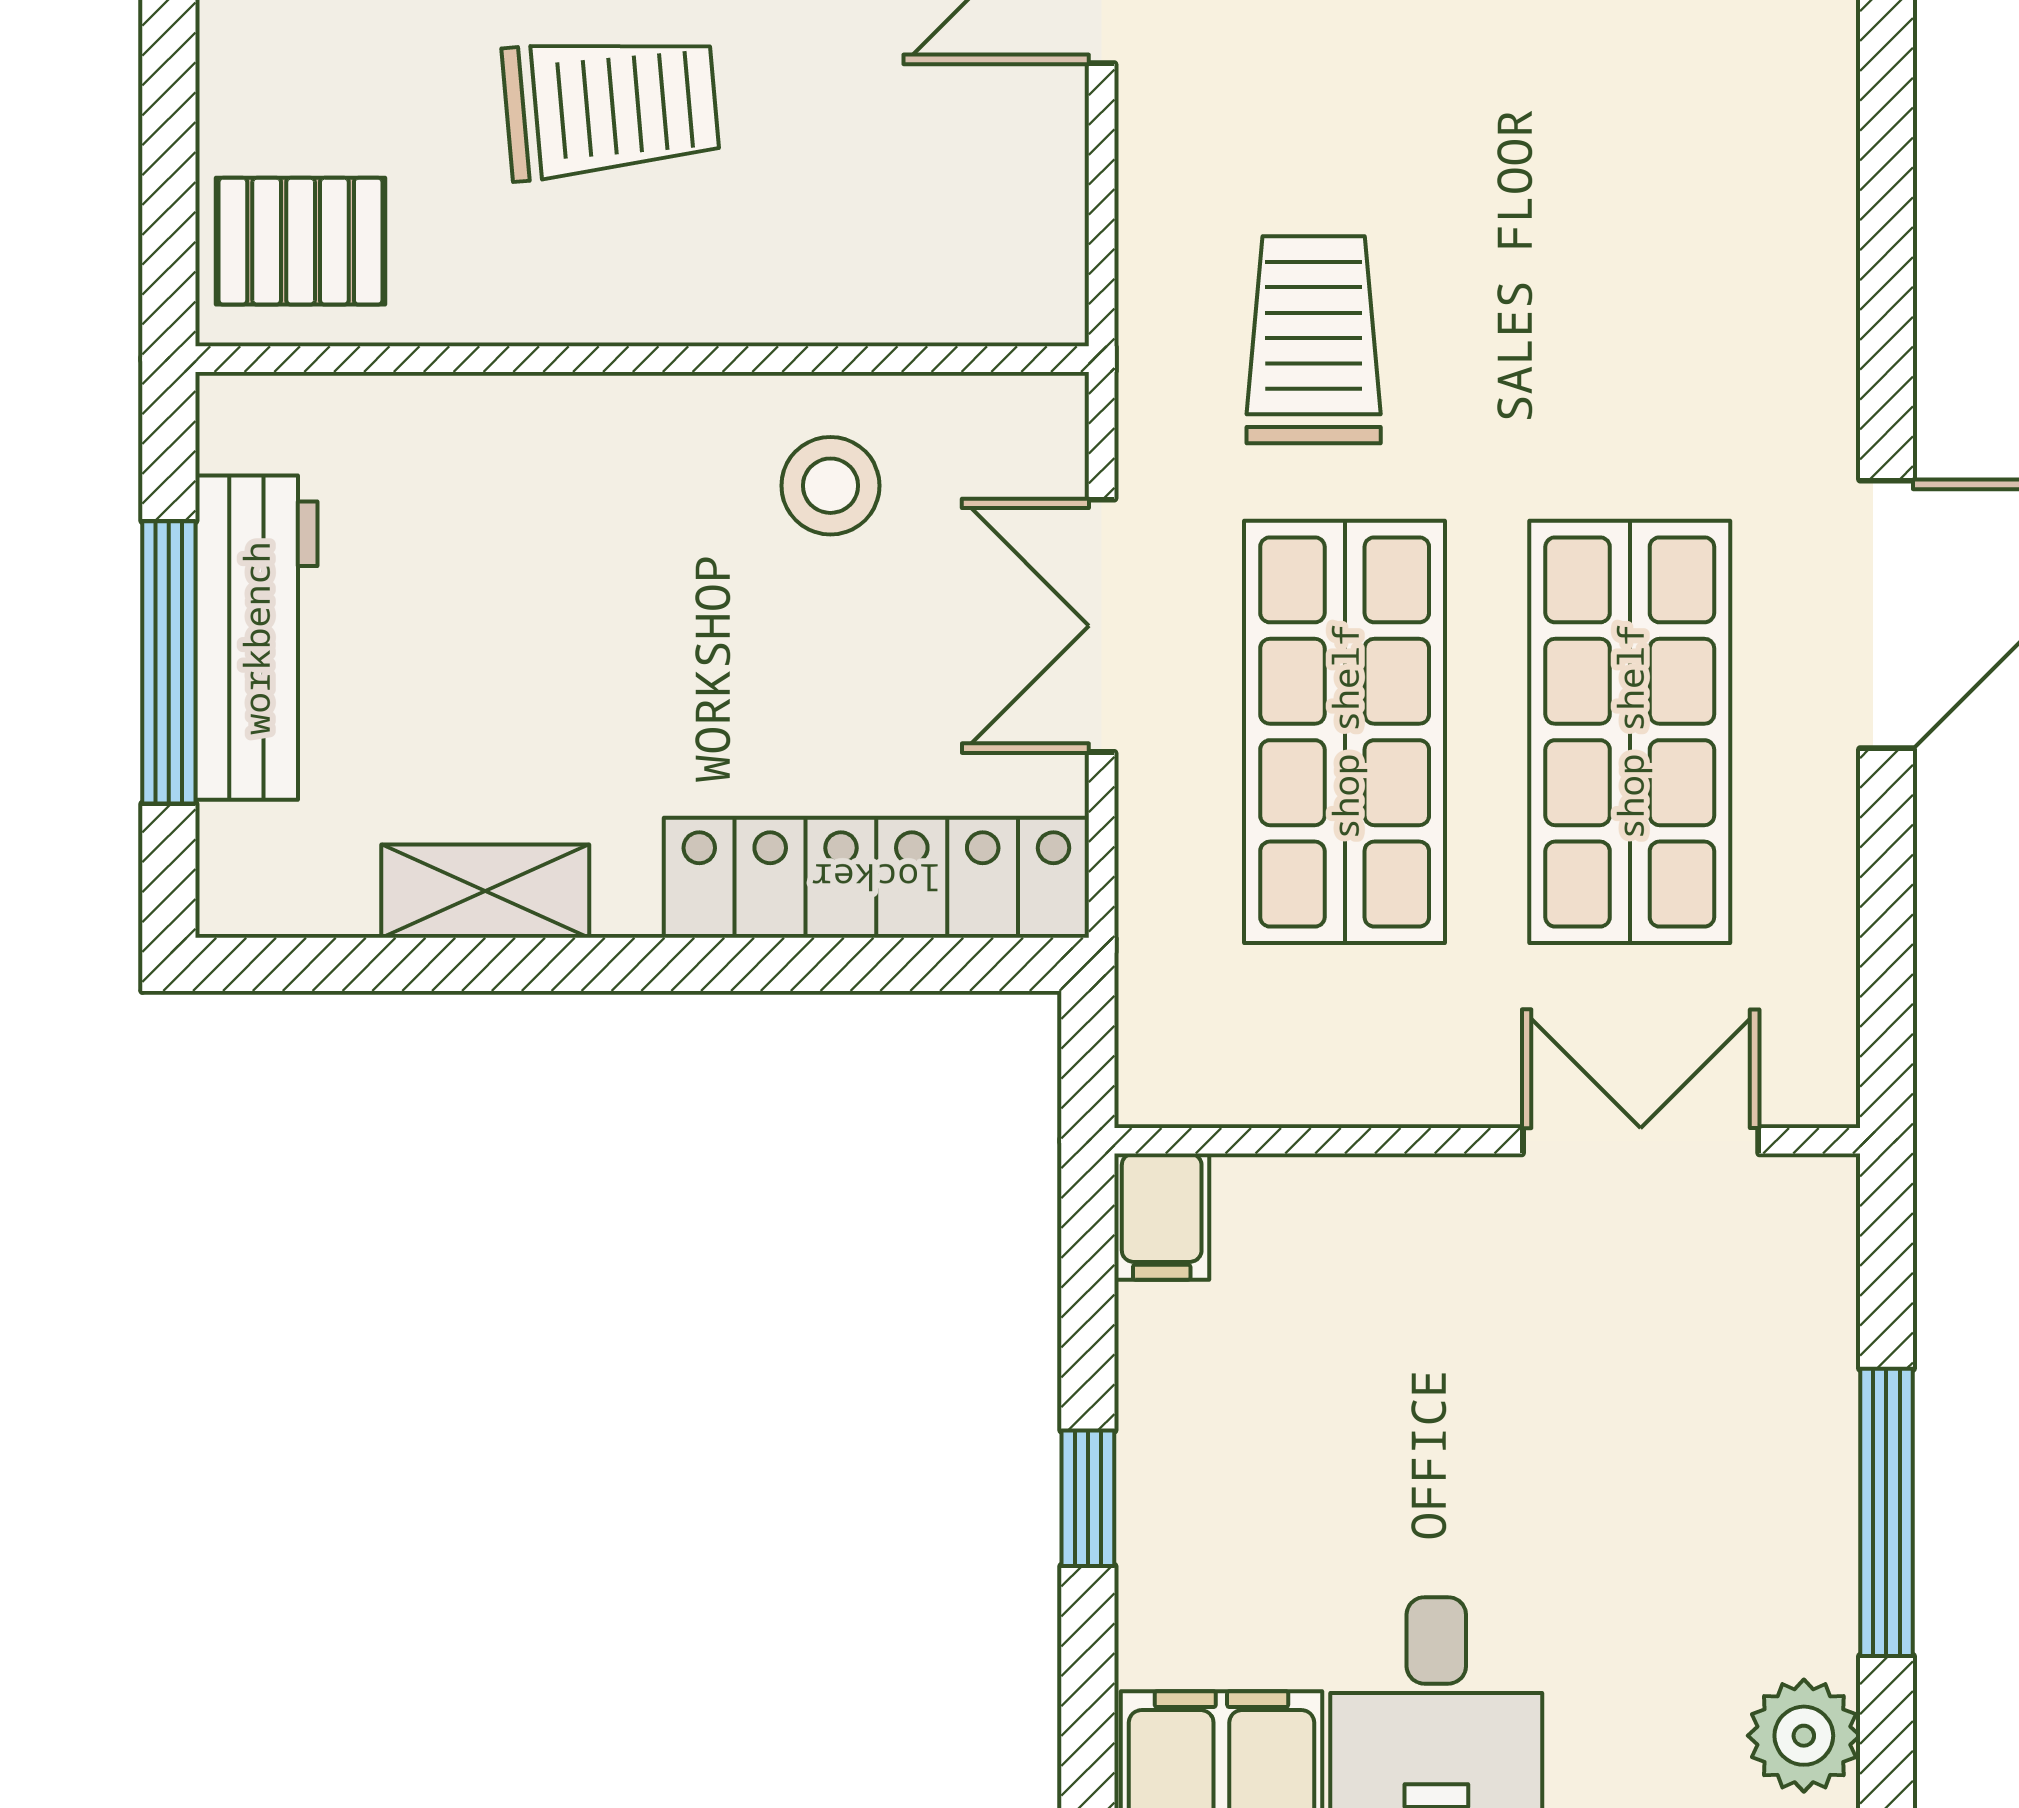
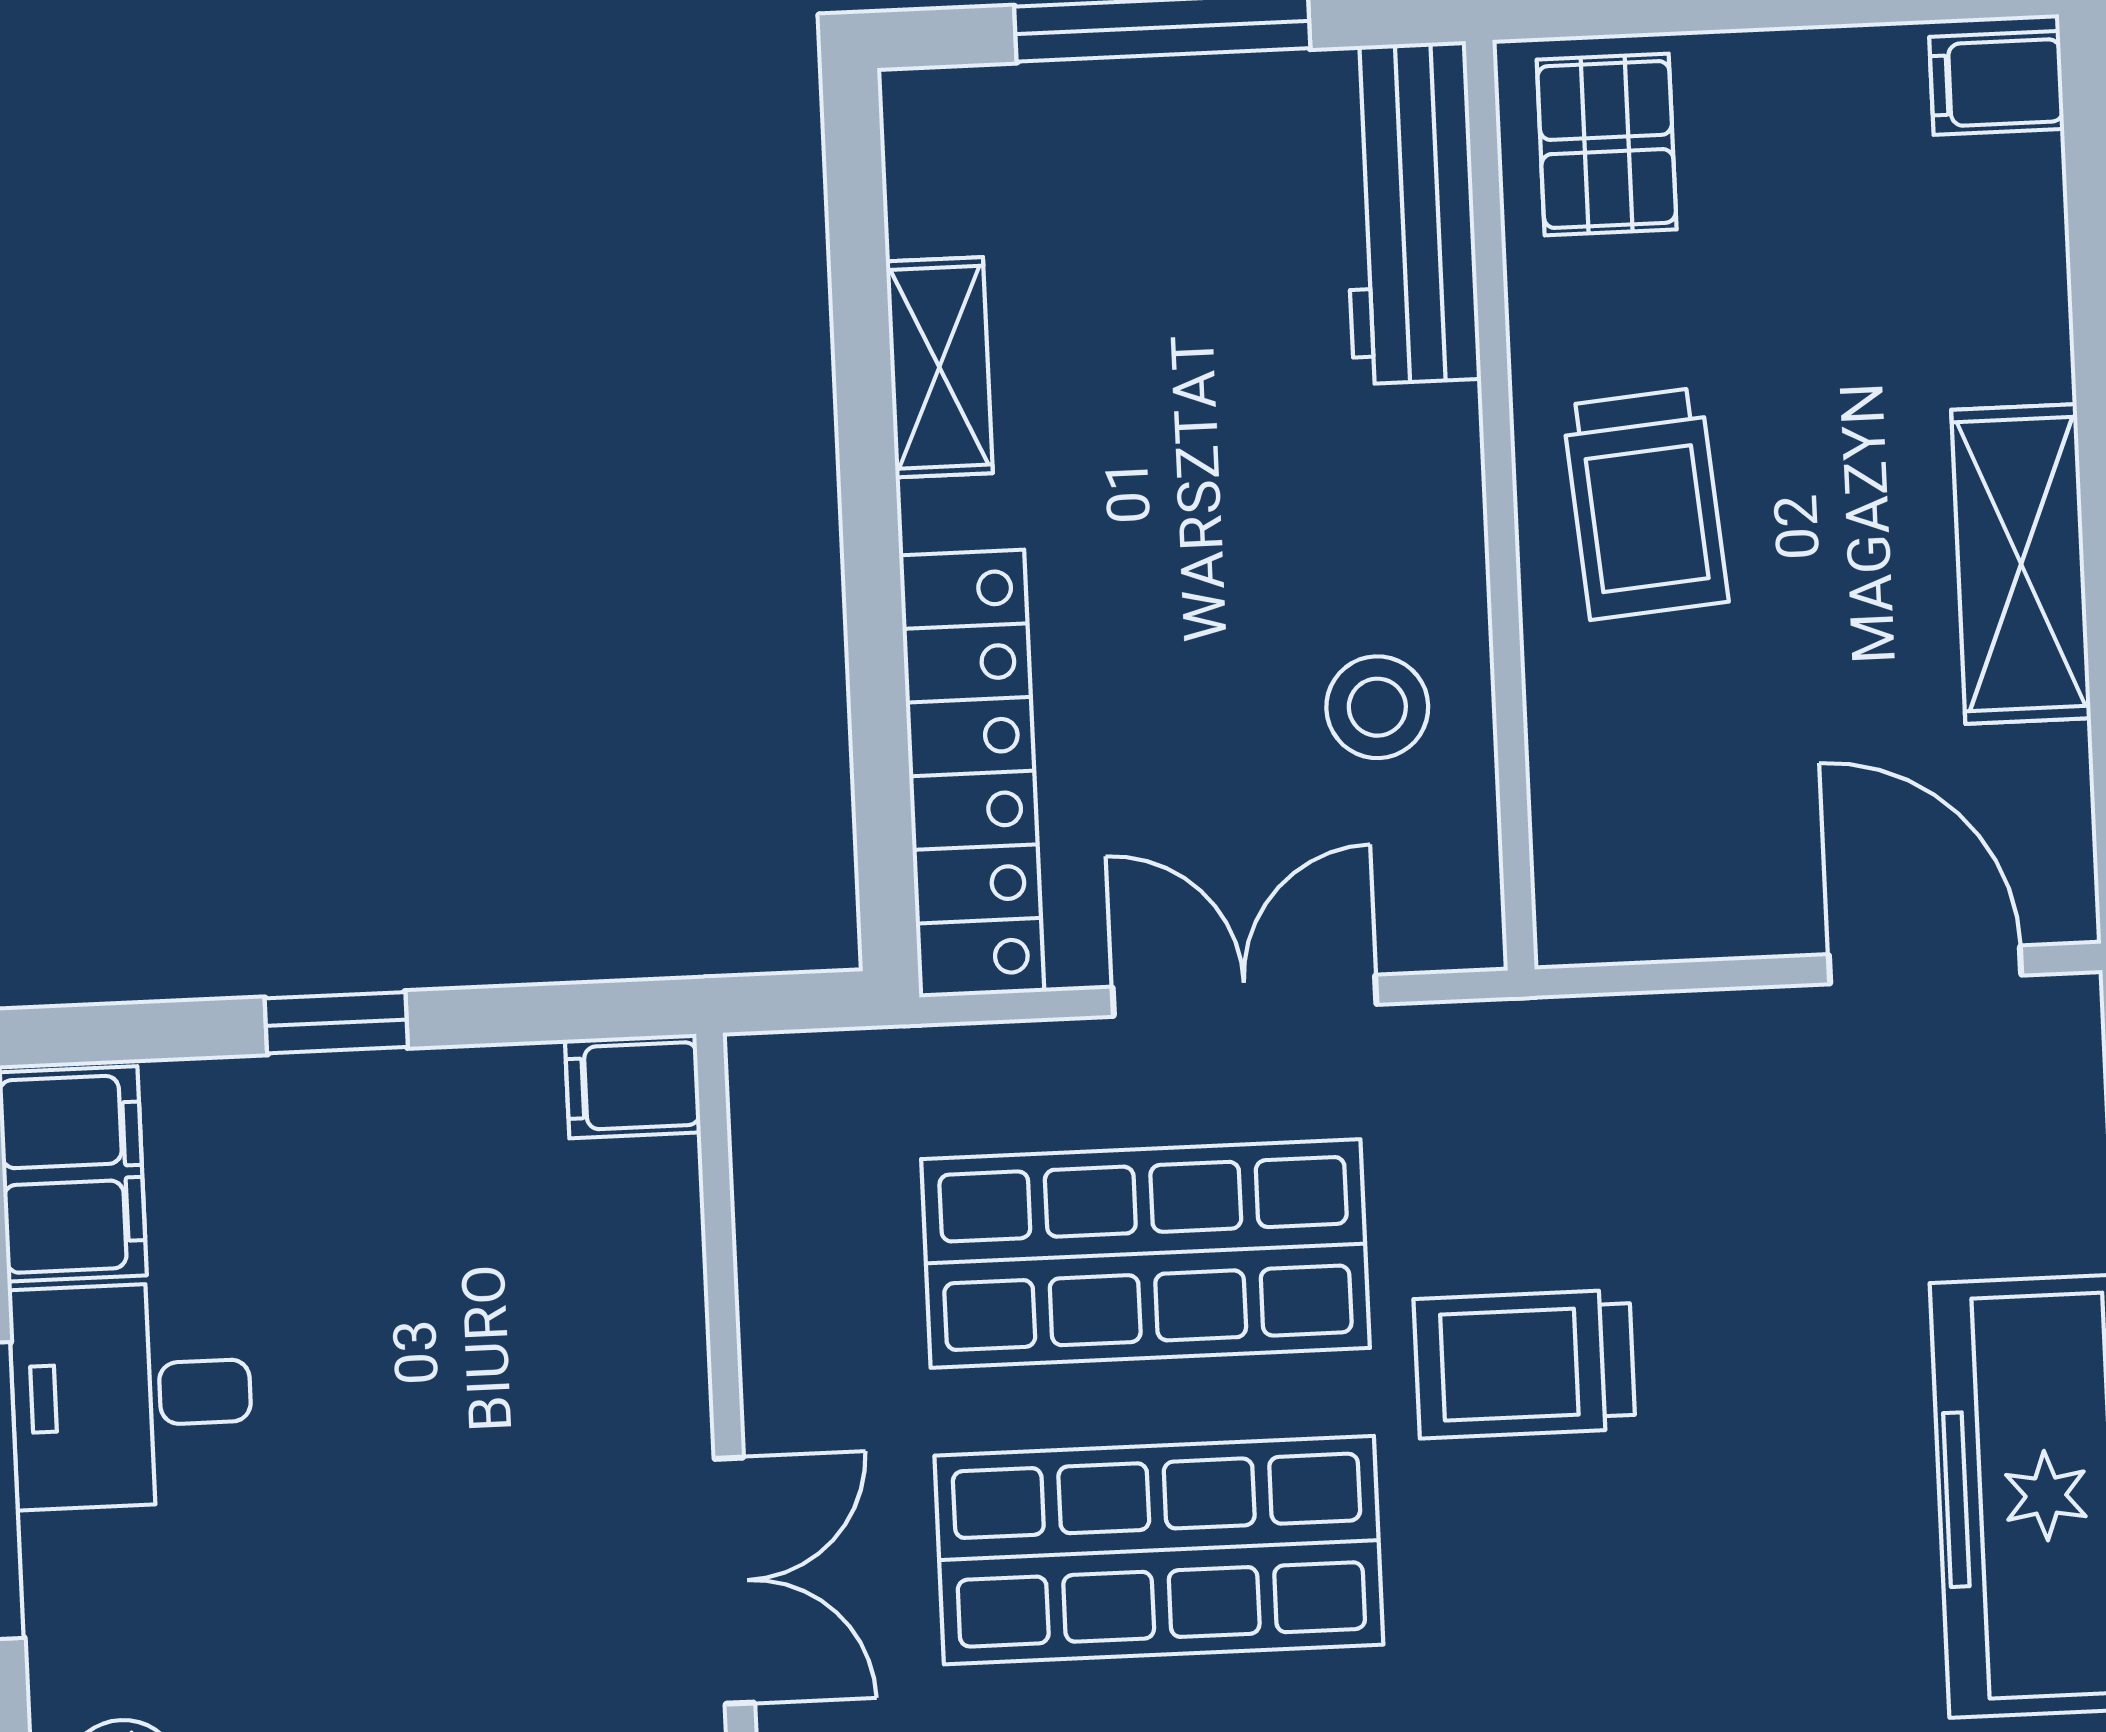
trolley: (611, 106) -> (1645, 504), moved
trolley: (1314, 340) -> (1524, 1364), moved, turned 180
workbench: (256, 638) -> (1410, 213), moved, turned 90

